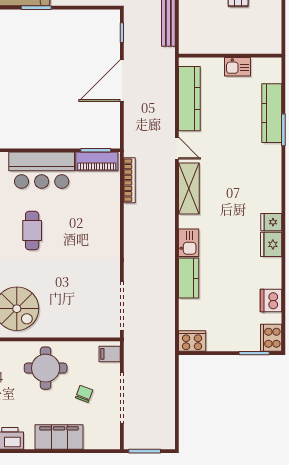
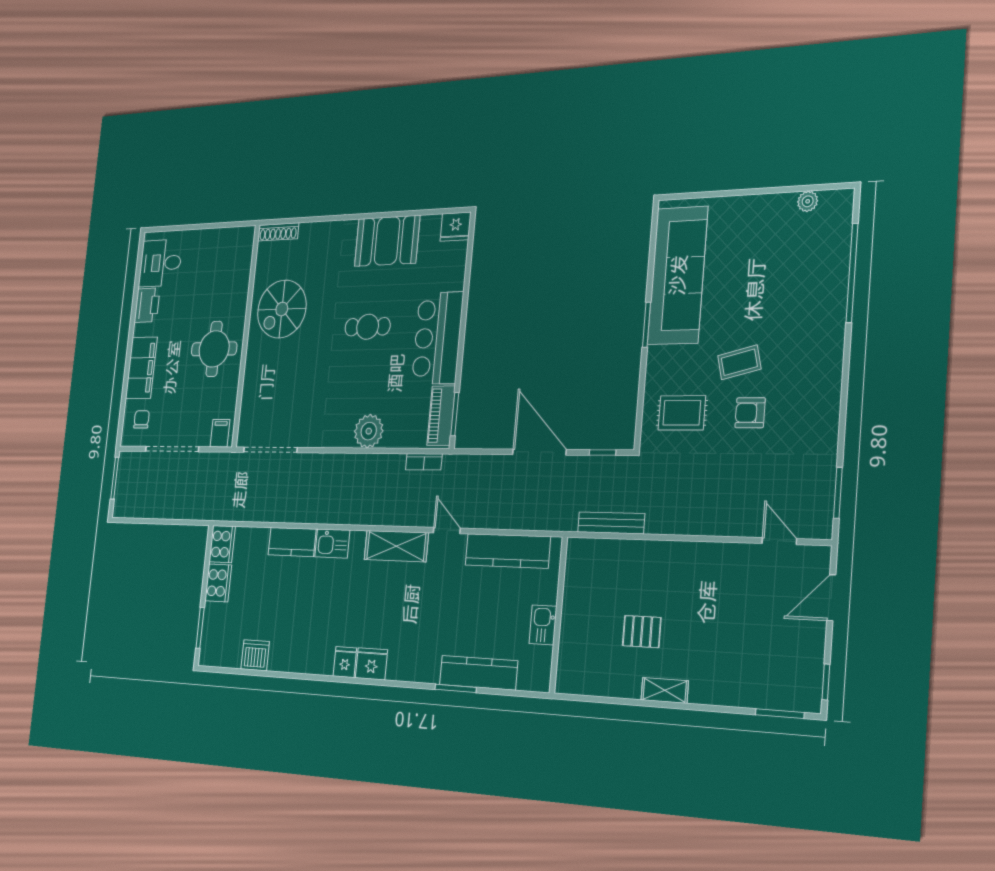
door: (177, 148) -> (447, 531), swing flipped
bookcase: (129, 180) -> (424, 462), width x0.64
plant: (108, 221) -> (369, 431), added
fridge: (271, 244) -> (371, 664), moved
cooker: (271, 338) -> (218, 583), moved, turned 90
chair: (84, 394) -> (142, 419), moved, turned -111

